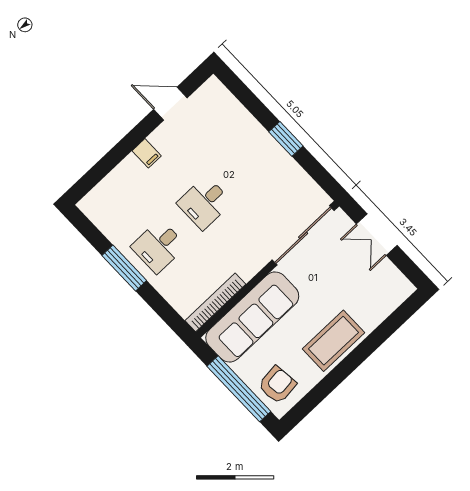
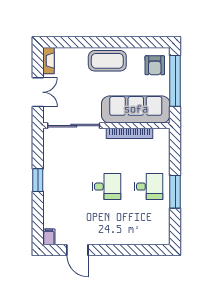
filing cabinet: (147, 153) -> (49, 237), moved
fireplace: (398, 280) -> (49, 61), added
bookcase: (215, 302) -> (130, 133), moved
armchair: (277, 385) -> (155, 65), turned -84

